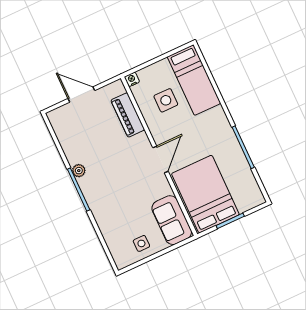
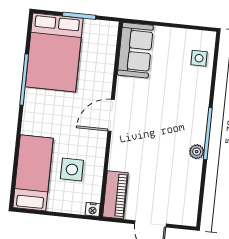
piano: (128, 115) -> (115, 195), moved
bed: (205, 194) -> (54, 52), moved
side table: (141, 243) -> (199, 58), moved

